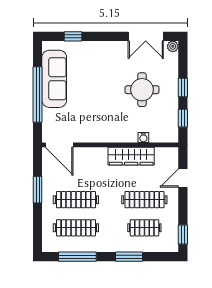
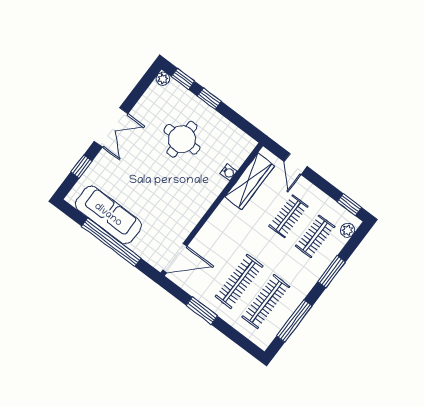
double door: (146, 36) -> (111, 127), moved
window: (183, 118) -> (183, 79), moved
wardrobe: (131, 156) -> (250, 181), moved
clothes rail: (144, 200) -> (288, 216), width x0.73
plant: (165, 246) -> (347, 230), added

